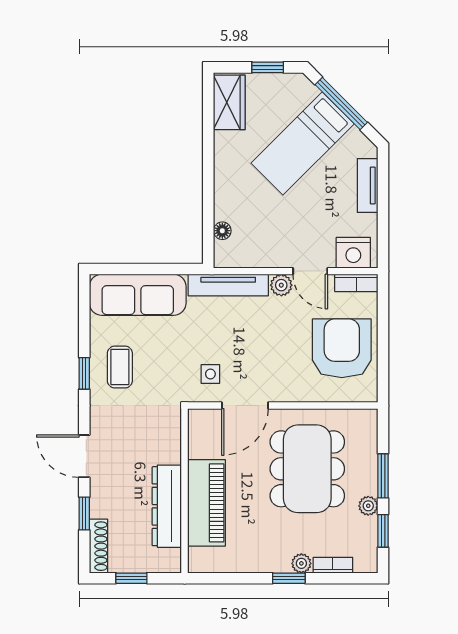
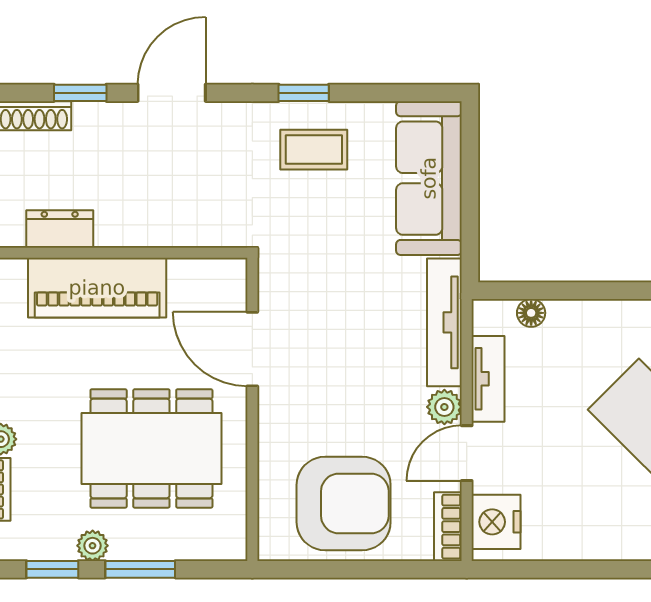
tv unit: (368, 185) -> (488, 379), moved, turned 90
side table: (210, 374) -> (303, 294), removed
dresser: (167, 506) -> (60, 229), width x0.51, depth x0.80

